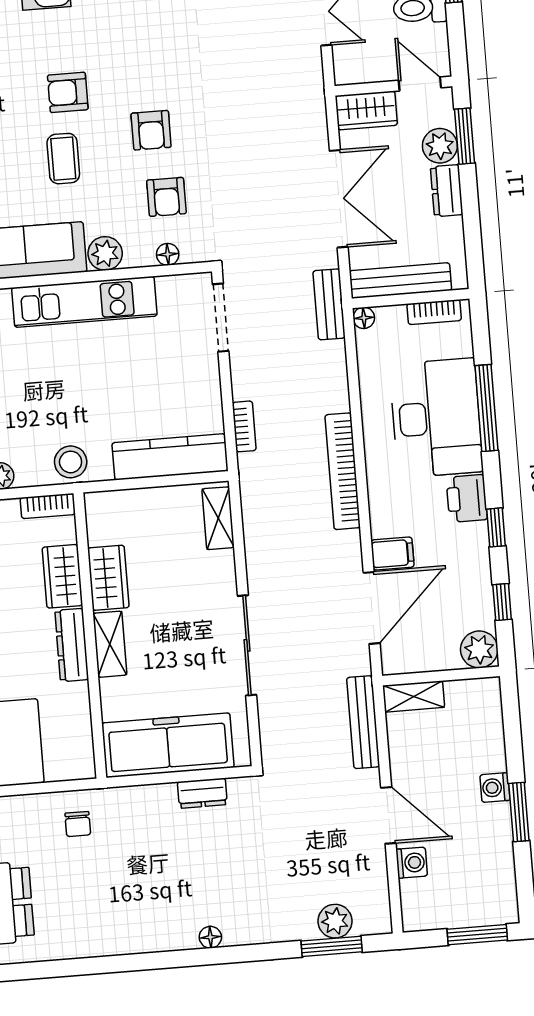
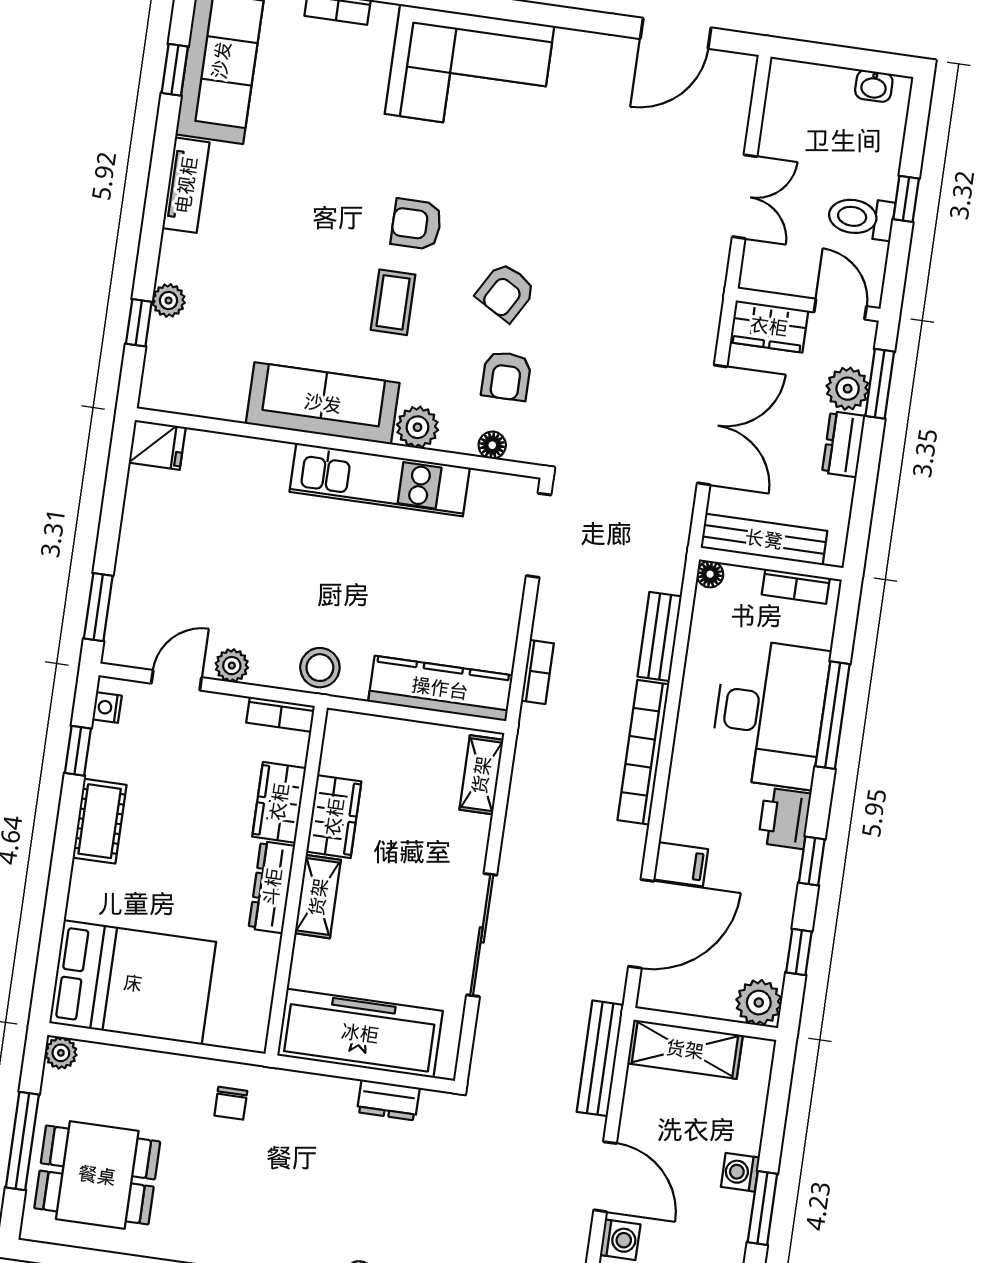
armchair: (151, 130) -> (506, 292), turned 30
bench: (329, 304) -> (660, 637), moved
shelving: (414, 696) -> (685, 1049), width x1.50, depth x1.33

